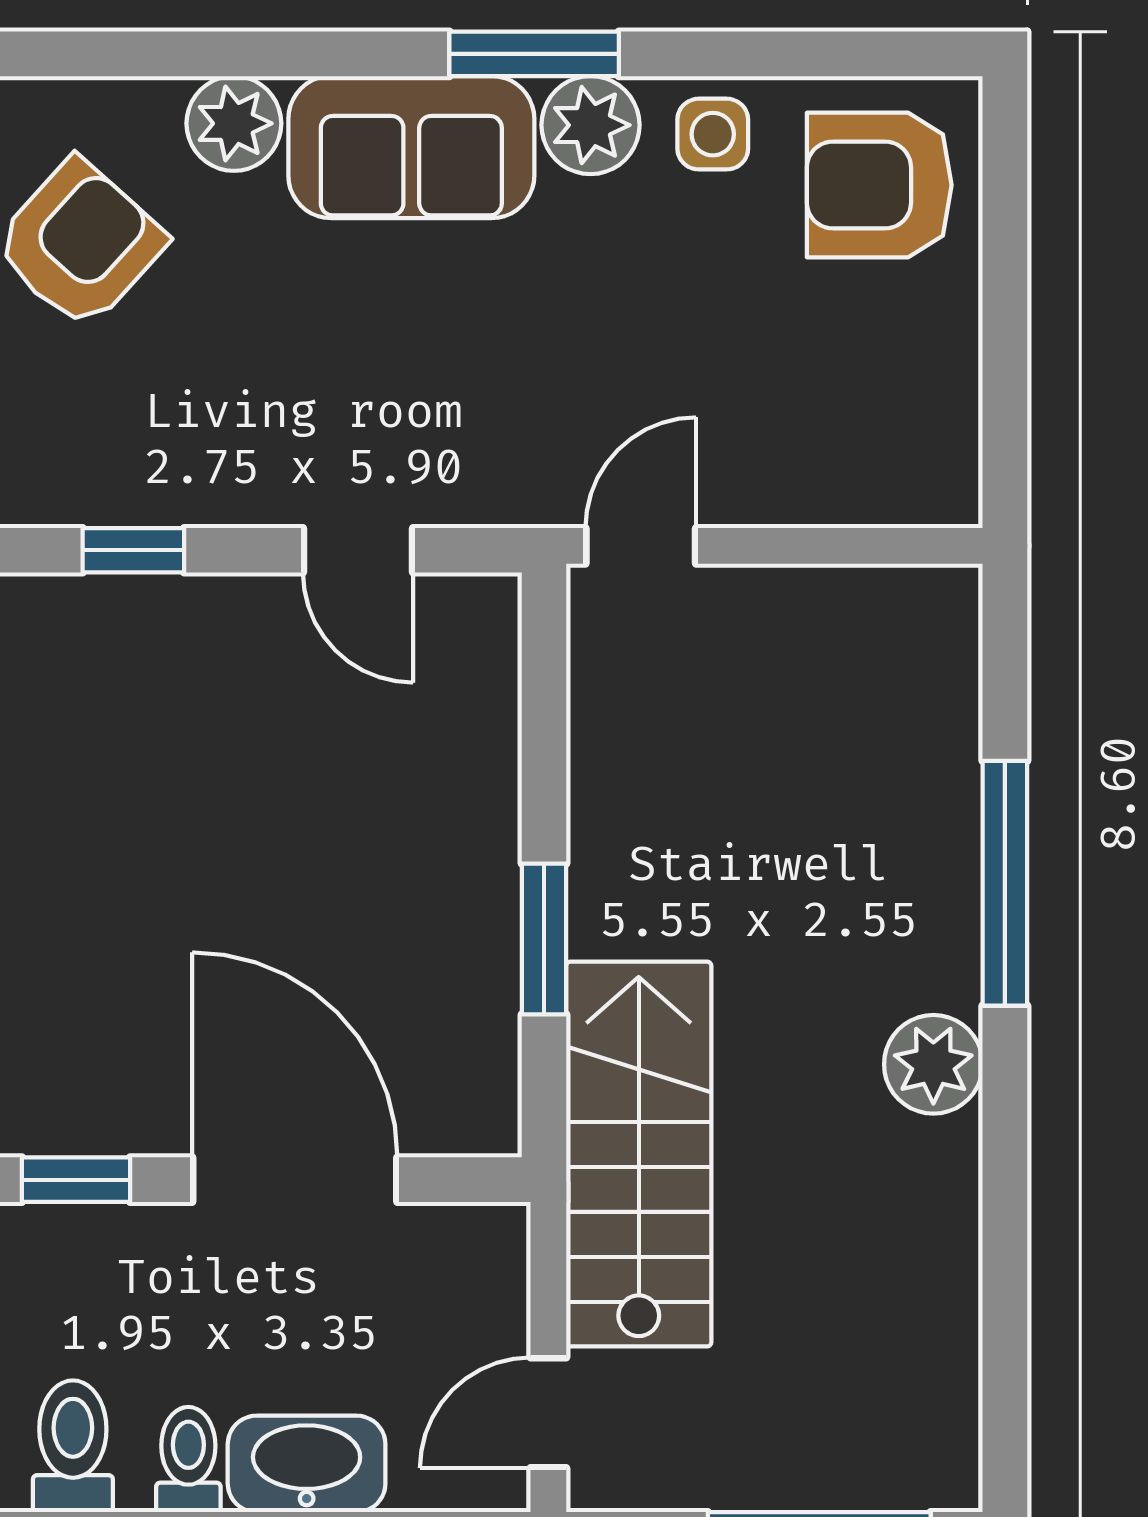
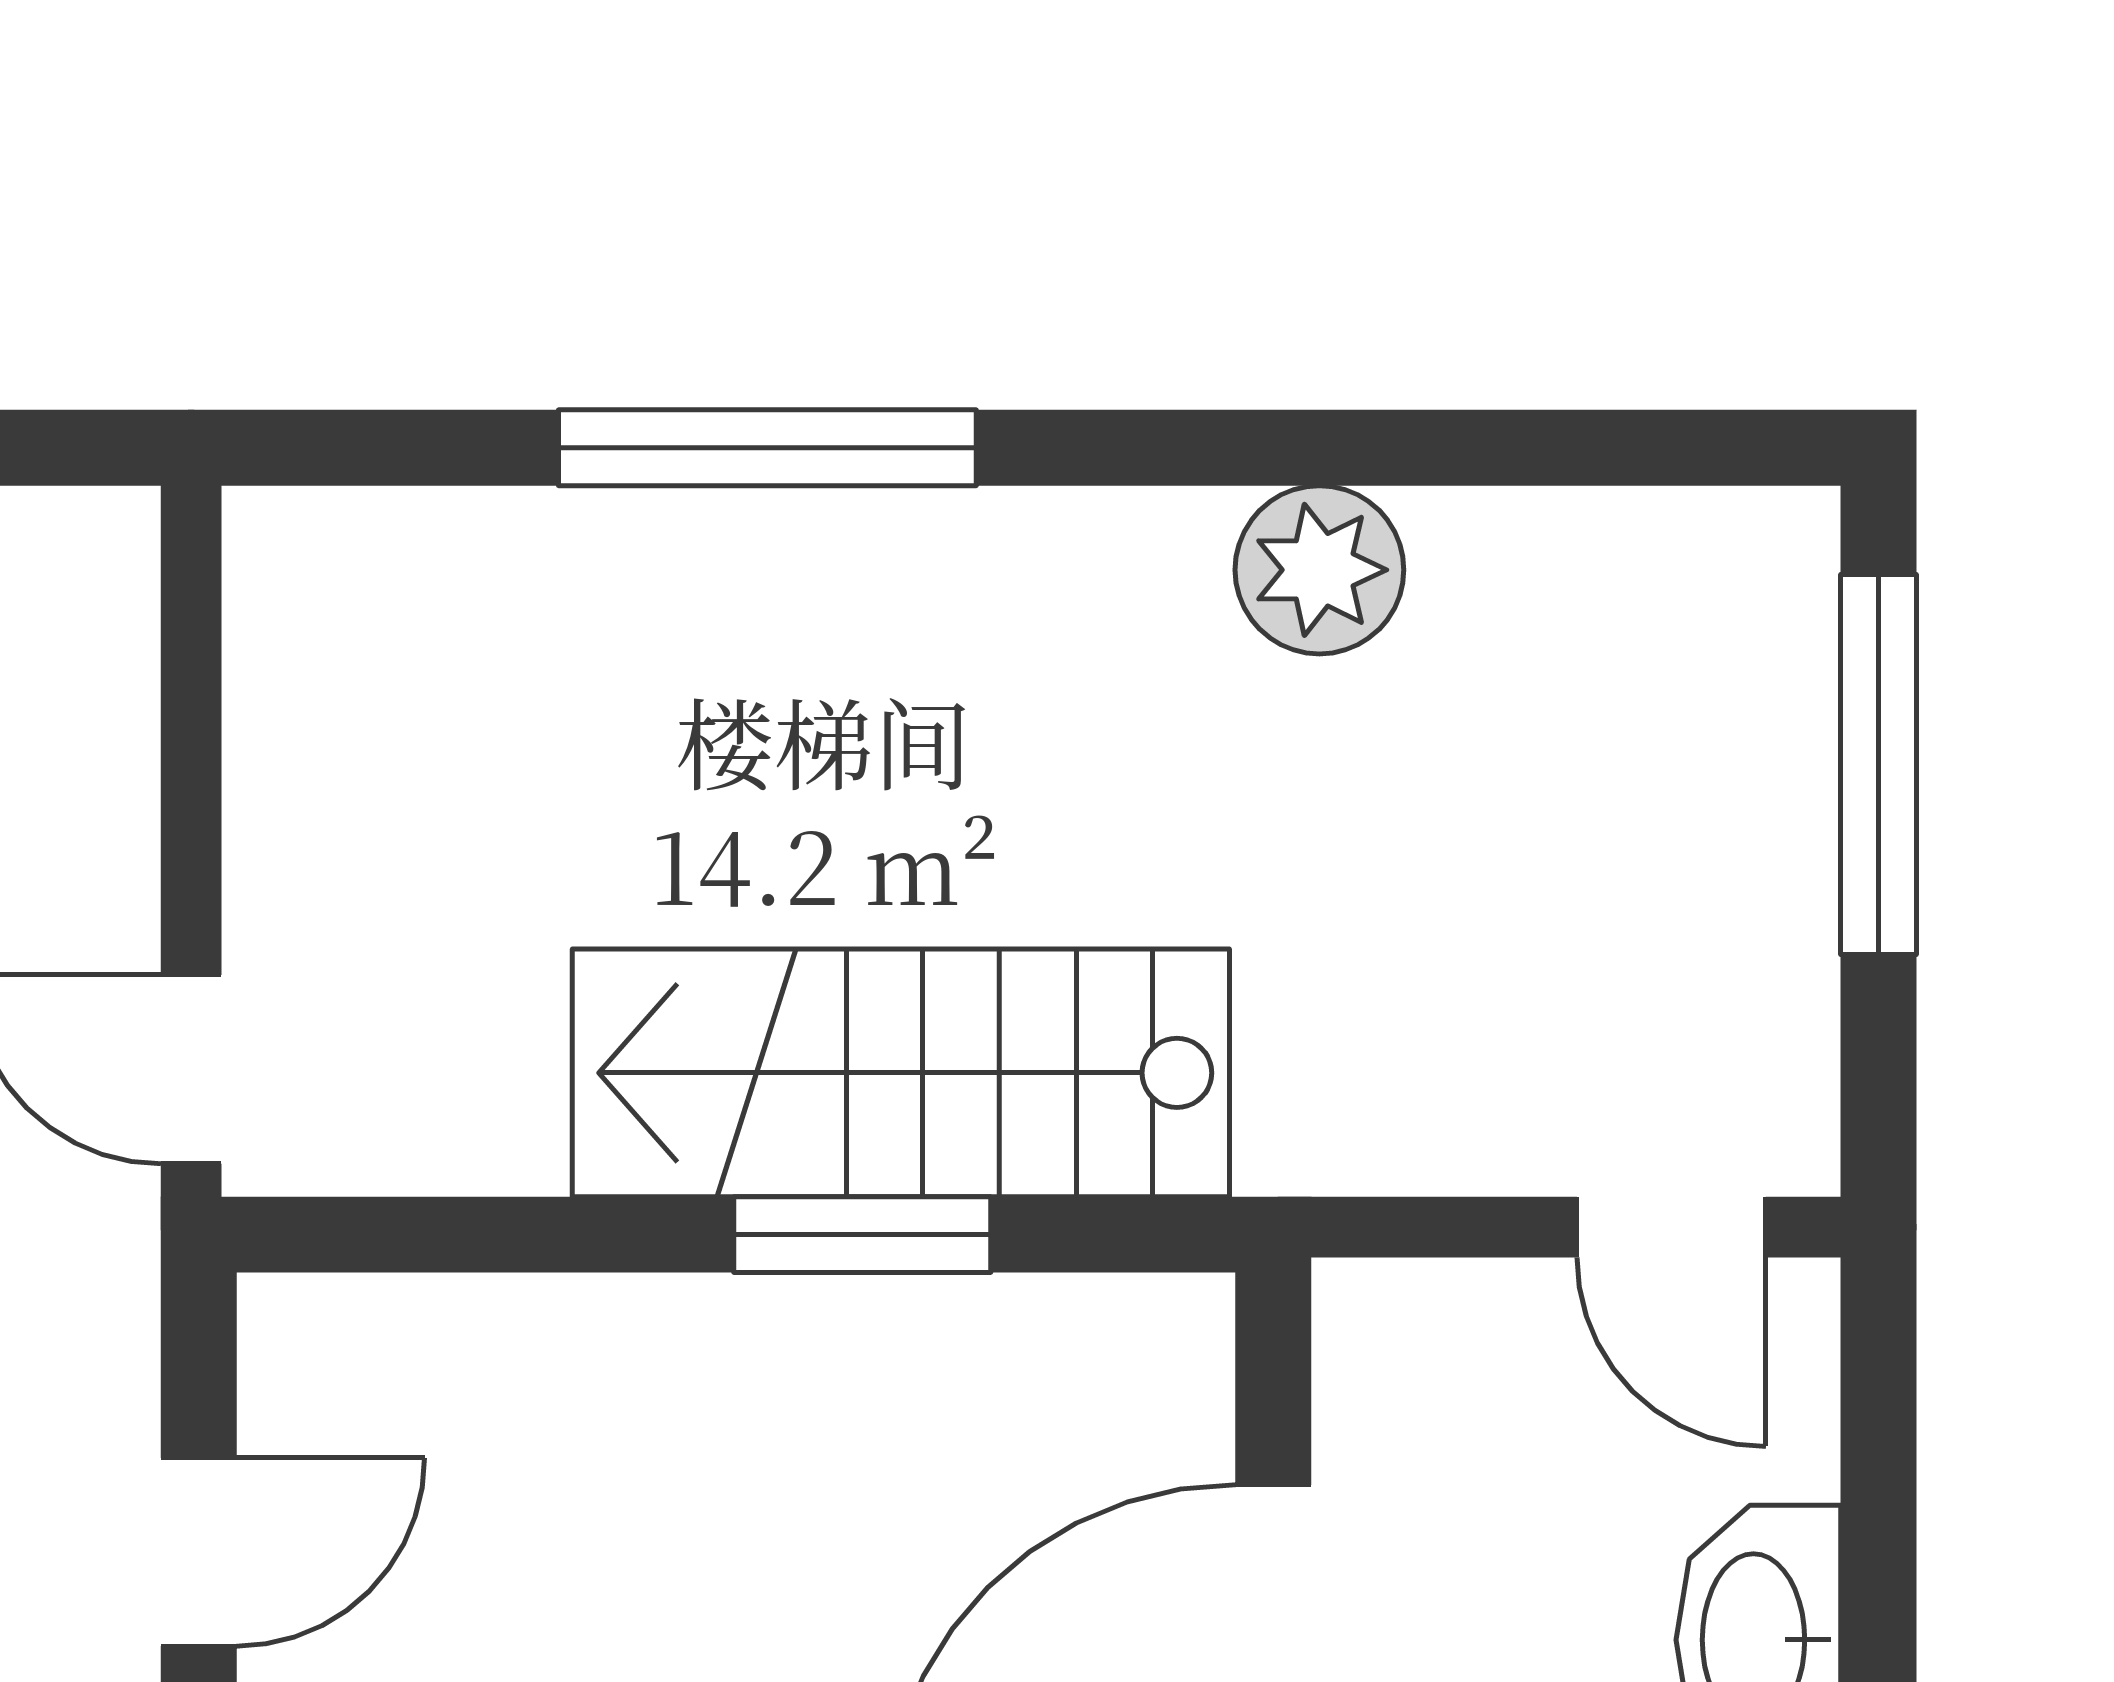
plant: (933, 1064) -> (1319, 570), moved
stairs: (639, 1154) -> (901, 1073), moved

